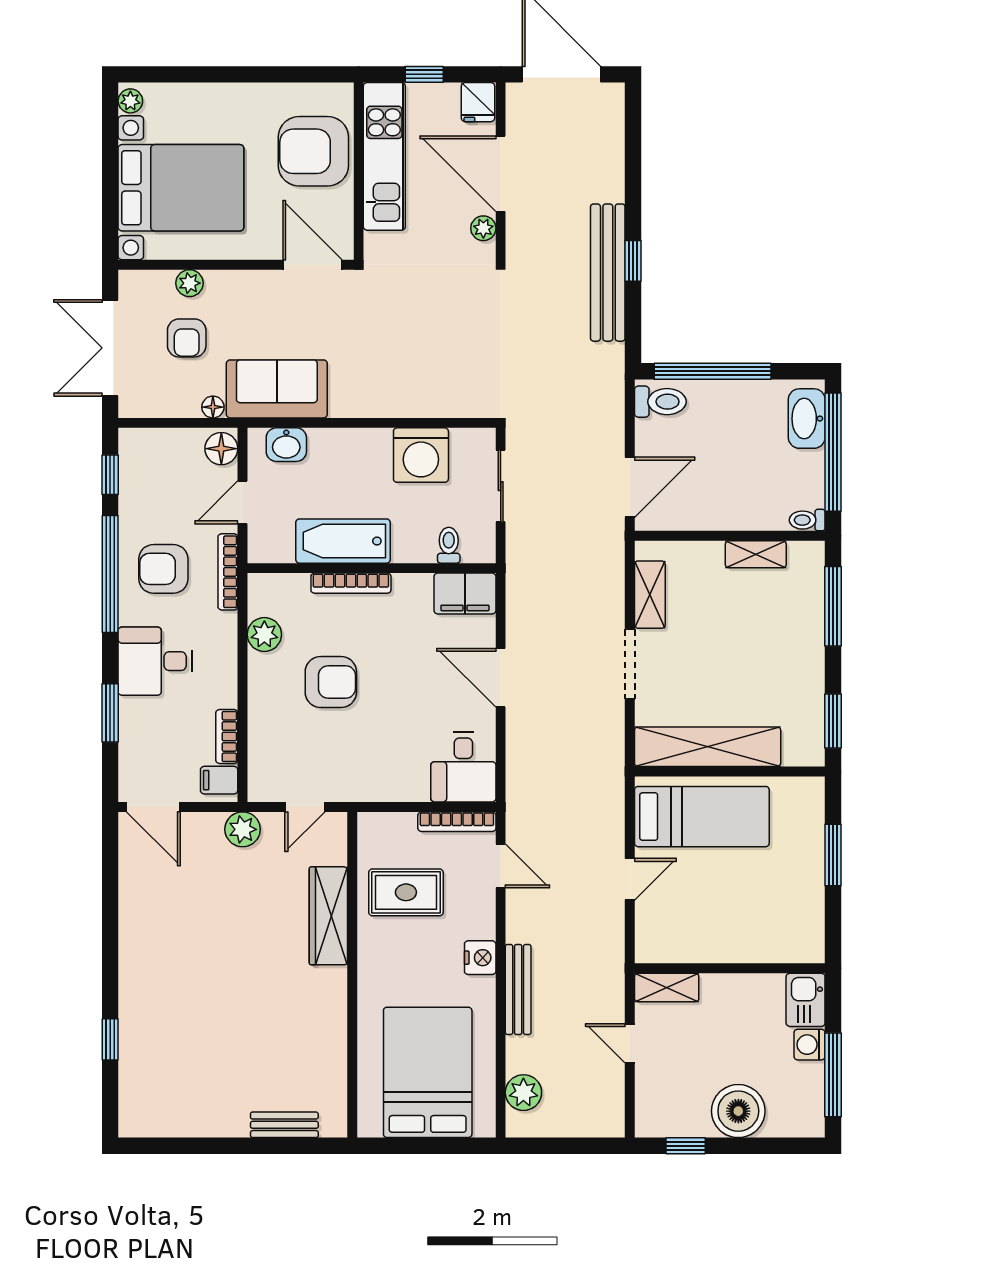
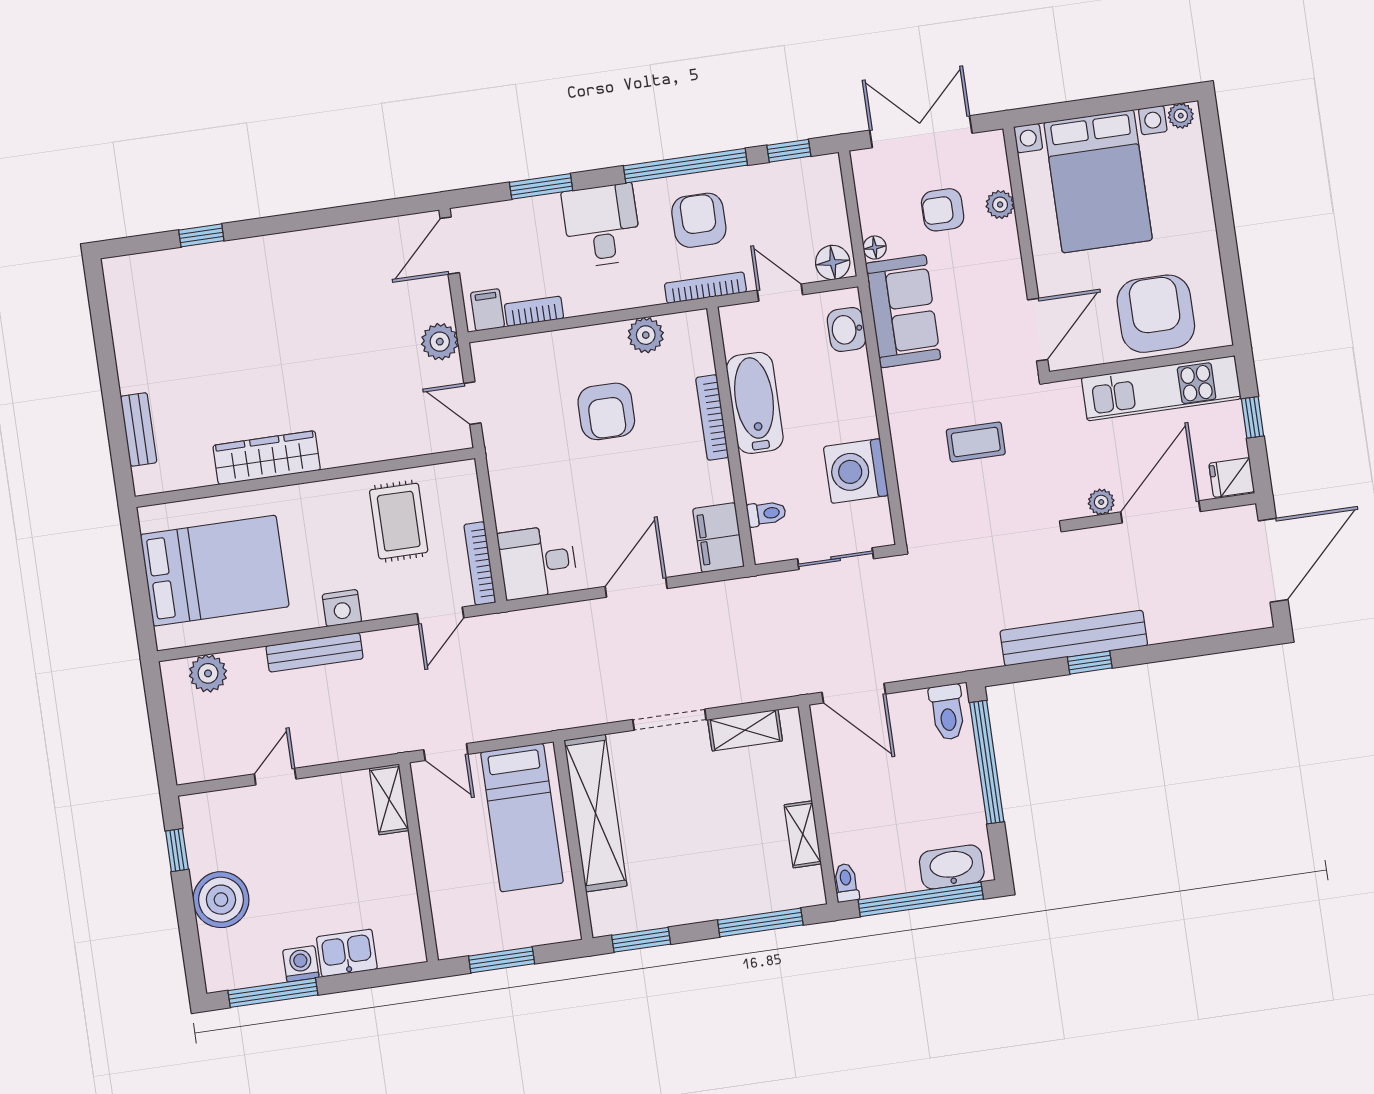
coffee table: (410, 338) -> (976, 442), added
wardrobe: (328, 916) -> (267, 458), moved
wall: (730, 968) -> (419, 862), moved
shelving: (667, 988) -> (389, 799), moved

